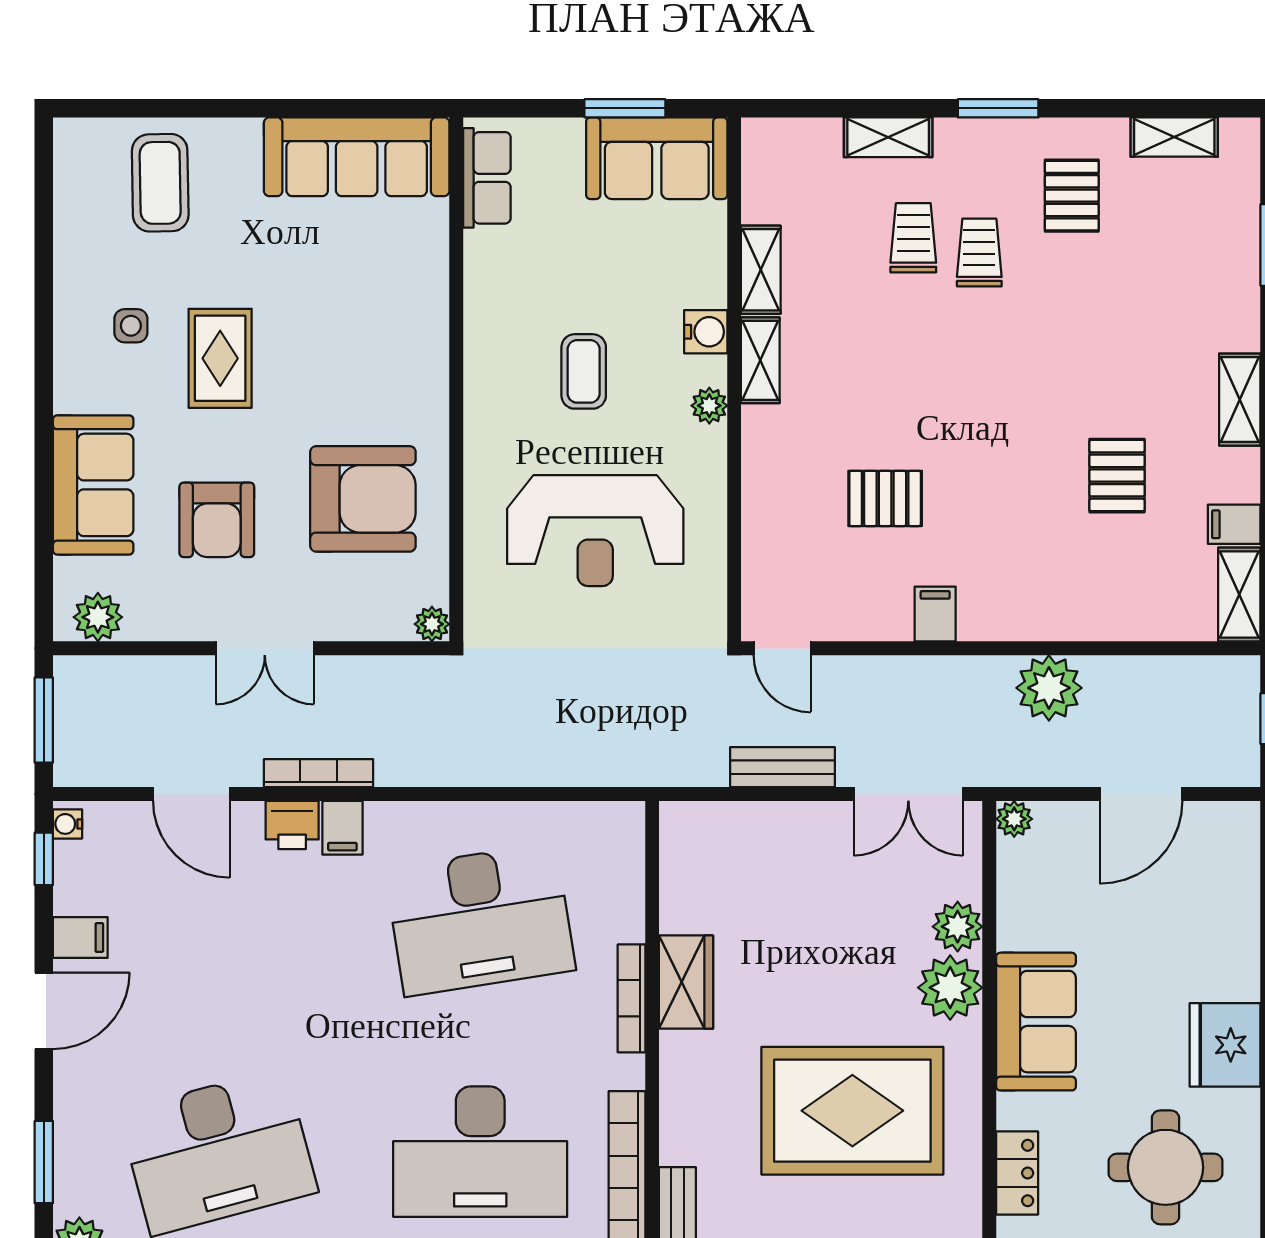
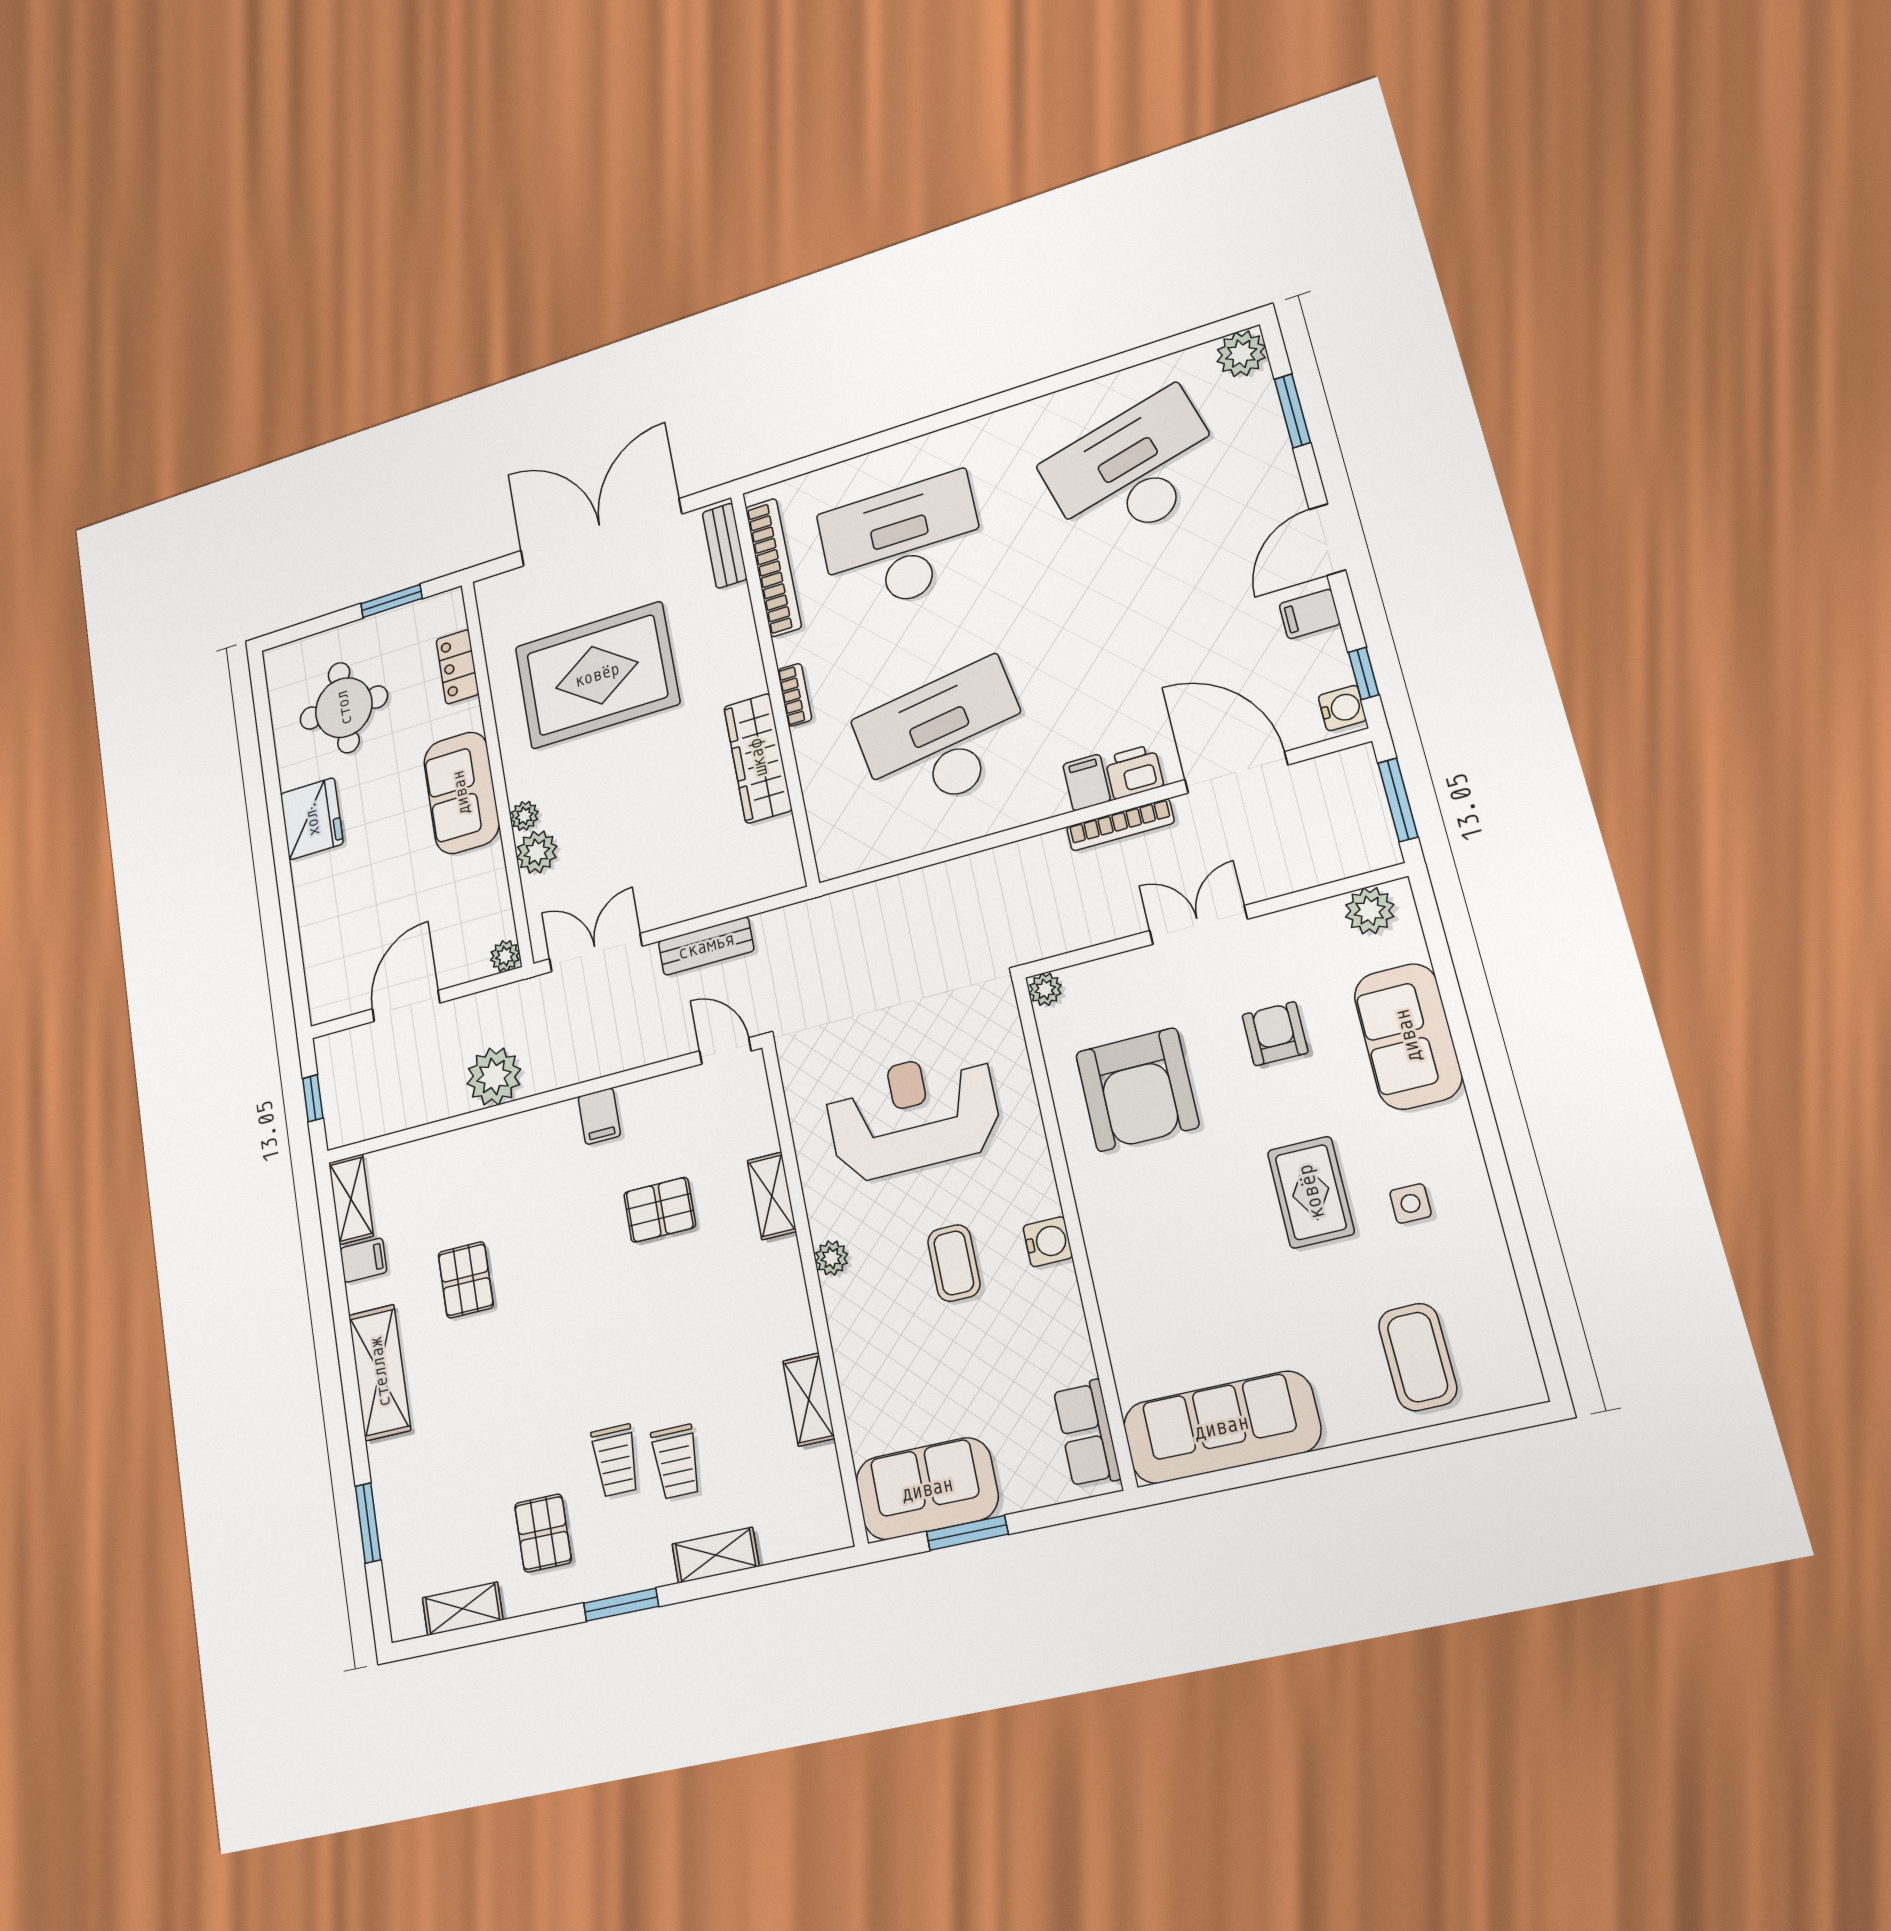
water cooler: (706, 332) -> (1048, 1242), moved, turned 180
shelving: (760, 360) -> (772, 1196), moved
shelving: (1240, 400) -> (380, 1372), width x1.50, depth x1.33
armchair: (363, 499) -> (1137, 1090), turned -90
armchair: (217, 520) -> (1275, 1034), width x0.72, depth x0.72
door: (191, 794) -> (1236, 772), width x1.36
water cooler: (68, 824) -> (1342, 708), width x1.38, depth x1.38
wardrobe: (686, 982) -> (758, 758), width x1.50
plant: (950, 988) -> (524, 816), width x0.53, depth x0.53
bookcase: (632, 998) -> (795, 695), width x0.64

